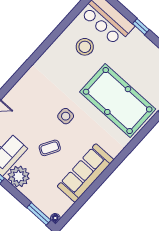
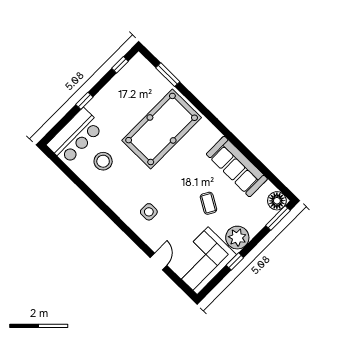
side table: (66, 116) -> (149, 212), moved
floor lamp: (55, 218) -> (277, 201), width x1.89, depth x1.89

